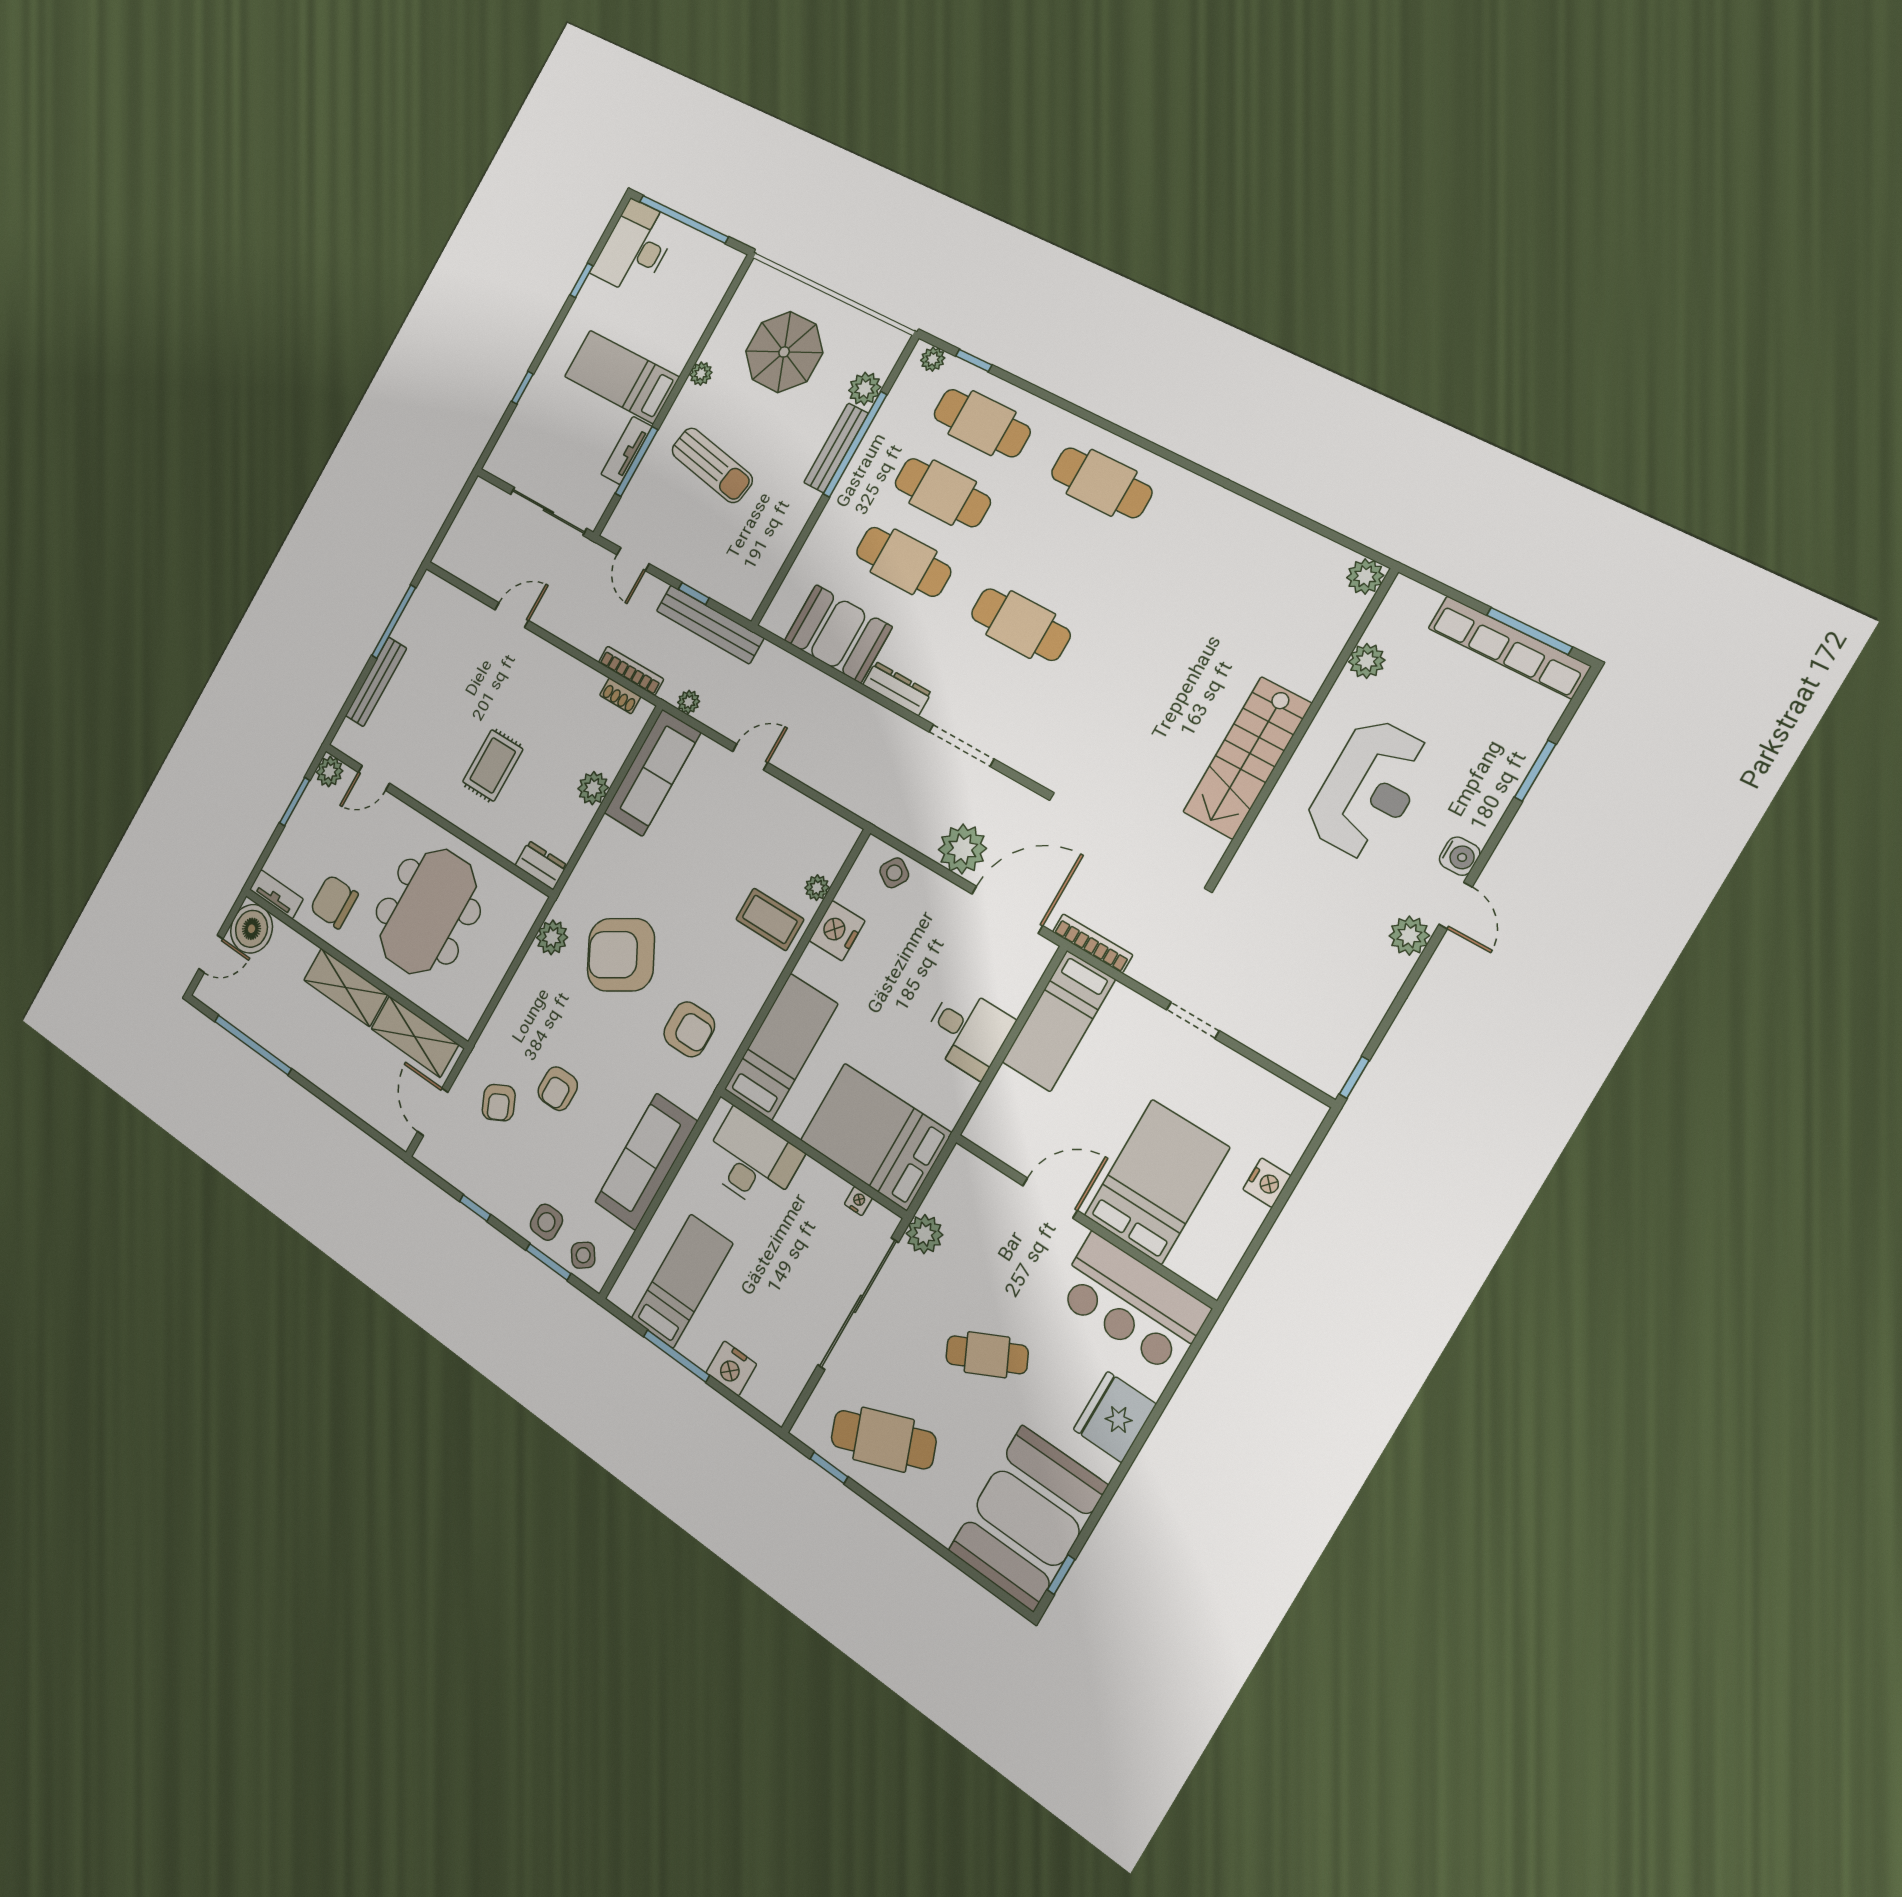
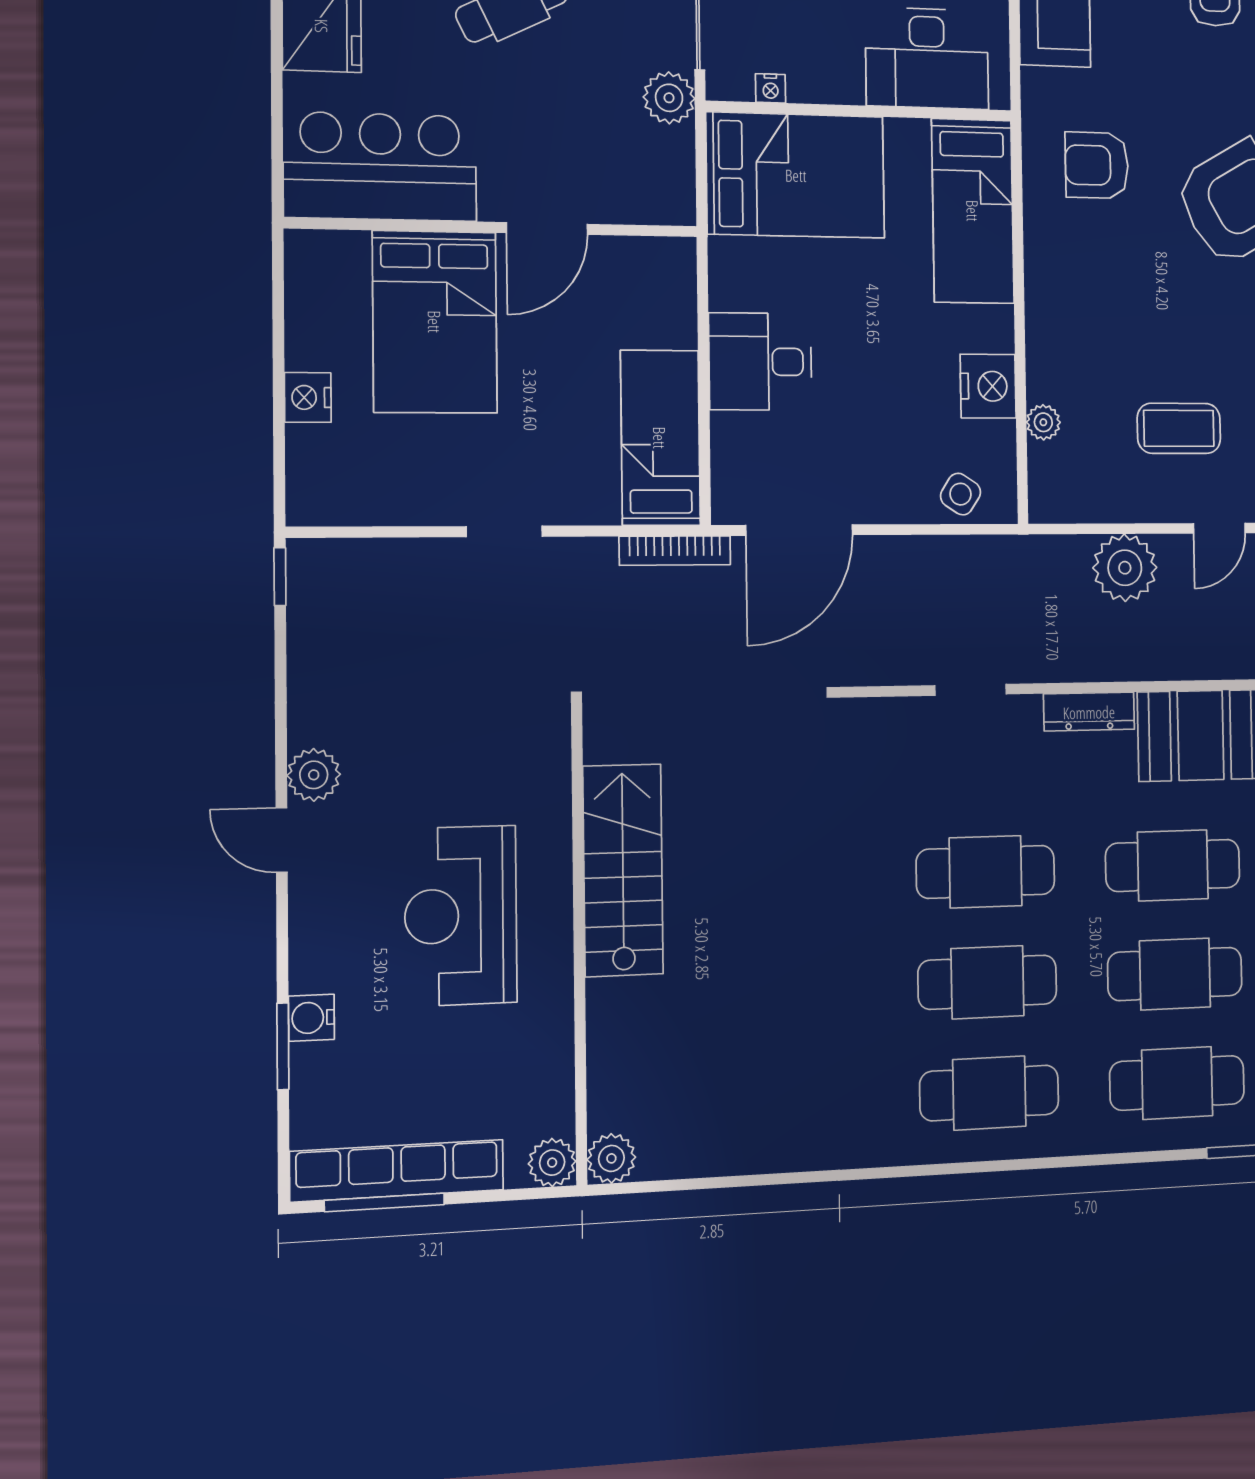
cafe table: (1061, 554) -> (987, 982), added
plant: (1367, 661) -> (552, 1163), moved
doorway: (961, 745) -> (971, 690), width x0.73
plant: (962, 849) -> (1125, 568), moved
water cooler: (1460, 856) -> (311, 1018), moved
coffee table: (770, 919) -> (1179, 428), moved

